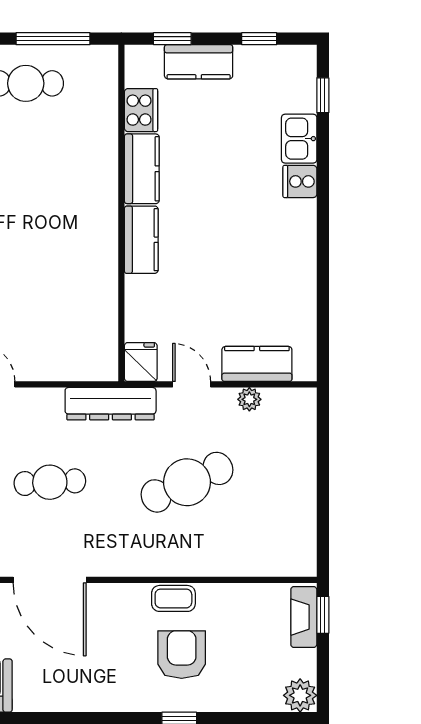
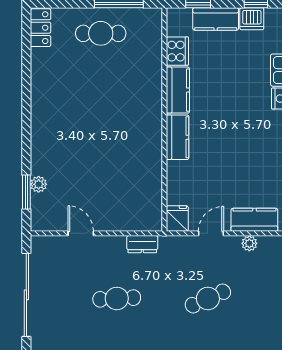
dishwasher: (253, 61) -> (252, 19), added
door: (192, 384) -> (211, 233), hinge flipped
dresser: (111, 404) -> (142, 244), width x0.51, depth x0.80
cafe table: (187, 482) -> (208, 298), width x0.73, depth x0.74

